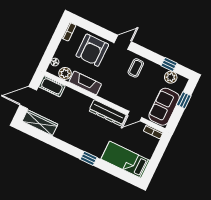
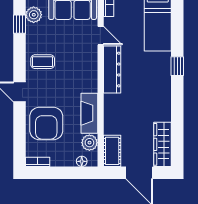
armchair: (92, 50) -> (46, 123), turned 90

